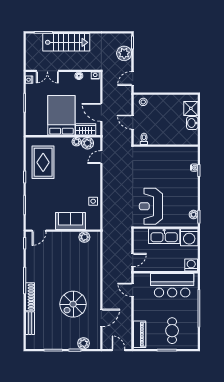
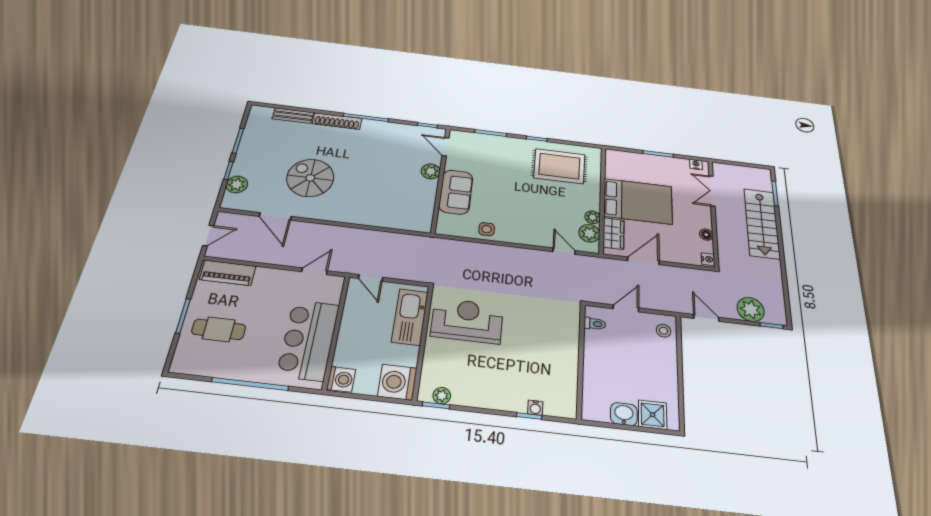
kitchen sink: (164, 236) -> (410, 317), moved
plant: (84, 237) -> (431, 171), moved

